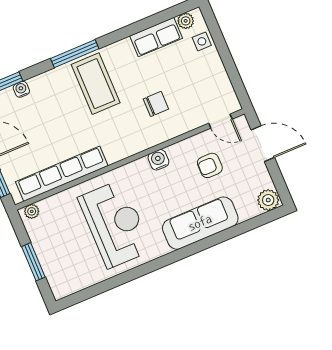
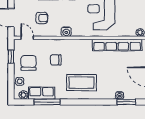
window: (75, 54) -> (47, 102), moved
window: (235, 77) -> (11, 57), added
chair: (200, 79) -> (29, 63), added
coffee table: (96, 84) -> (81, 83), turned 90

